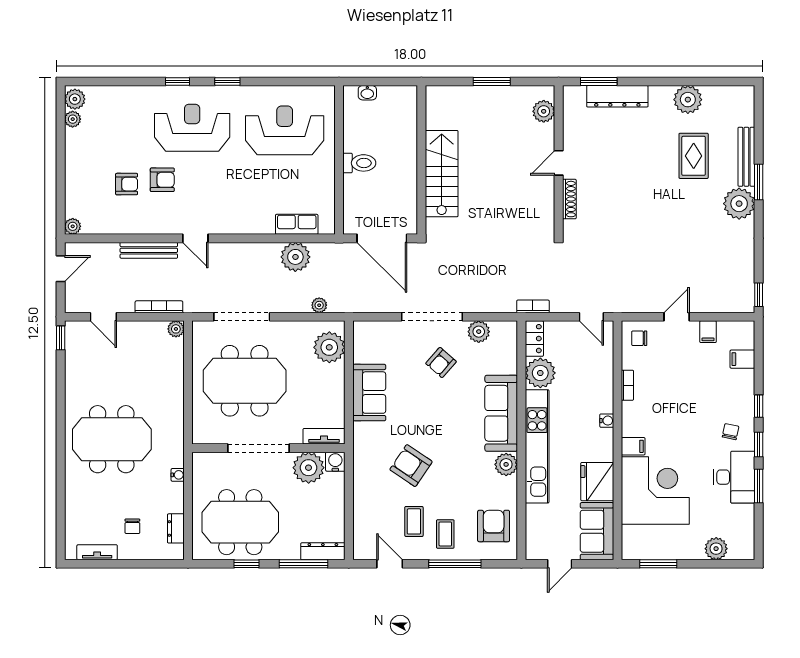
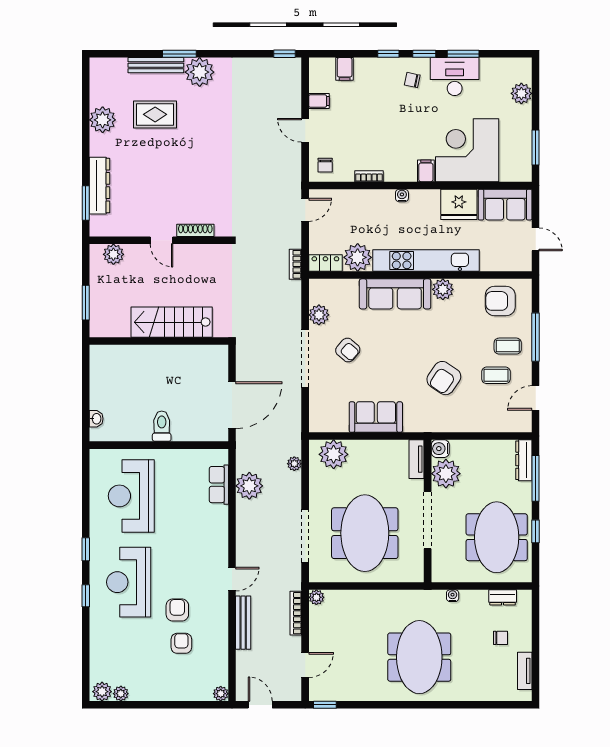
wall: (421, 160) -> (159, 341), moved
stairs: (442, 174) -> (172, 322), moved

